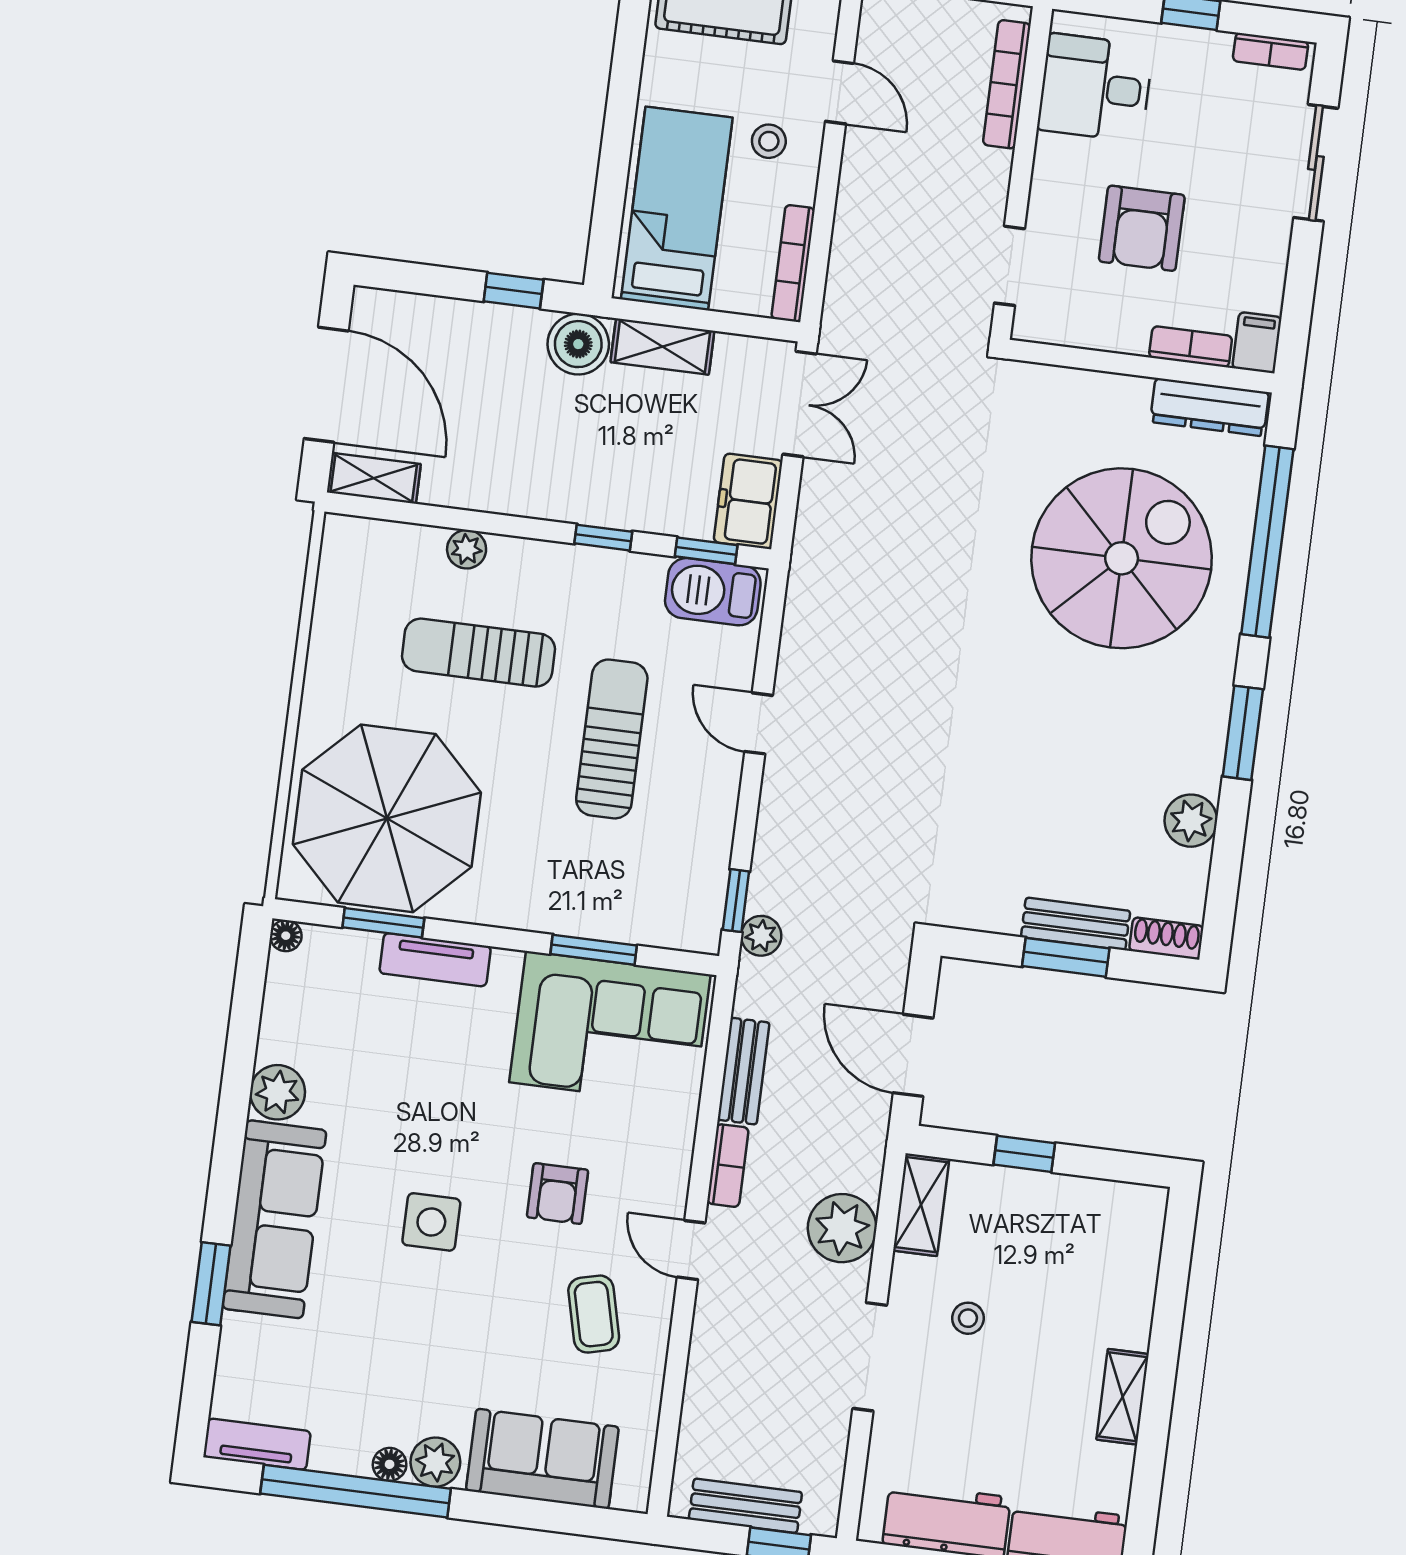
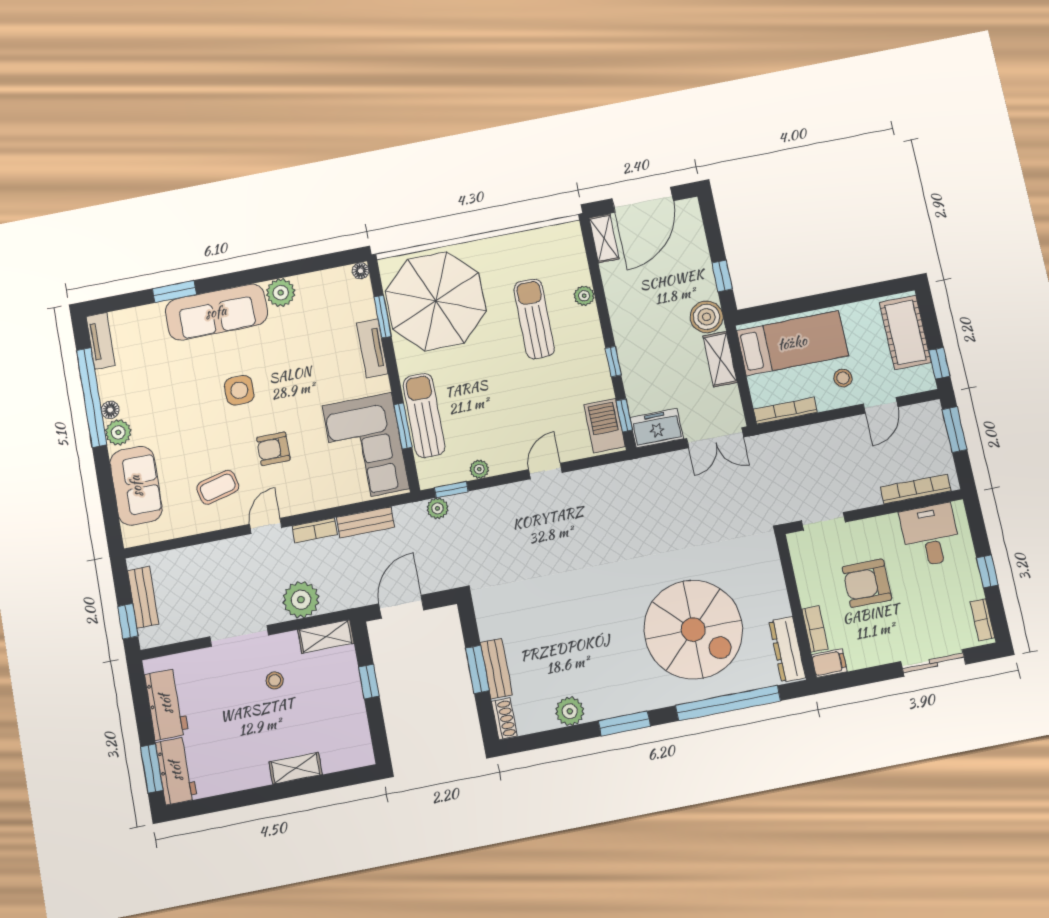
sun lounger: (612, 739) -> (424, 416), moved, turned -90
plant: (716, 839) -> (479, 469), added
shelving: (1123, 1397) -> (296, 768), moved

